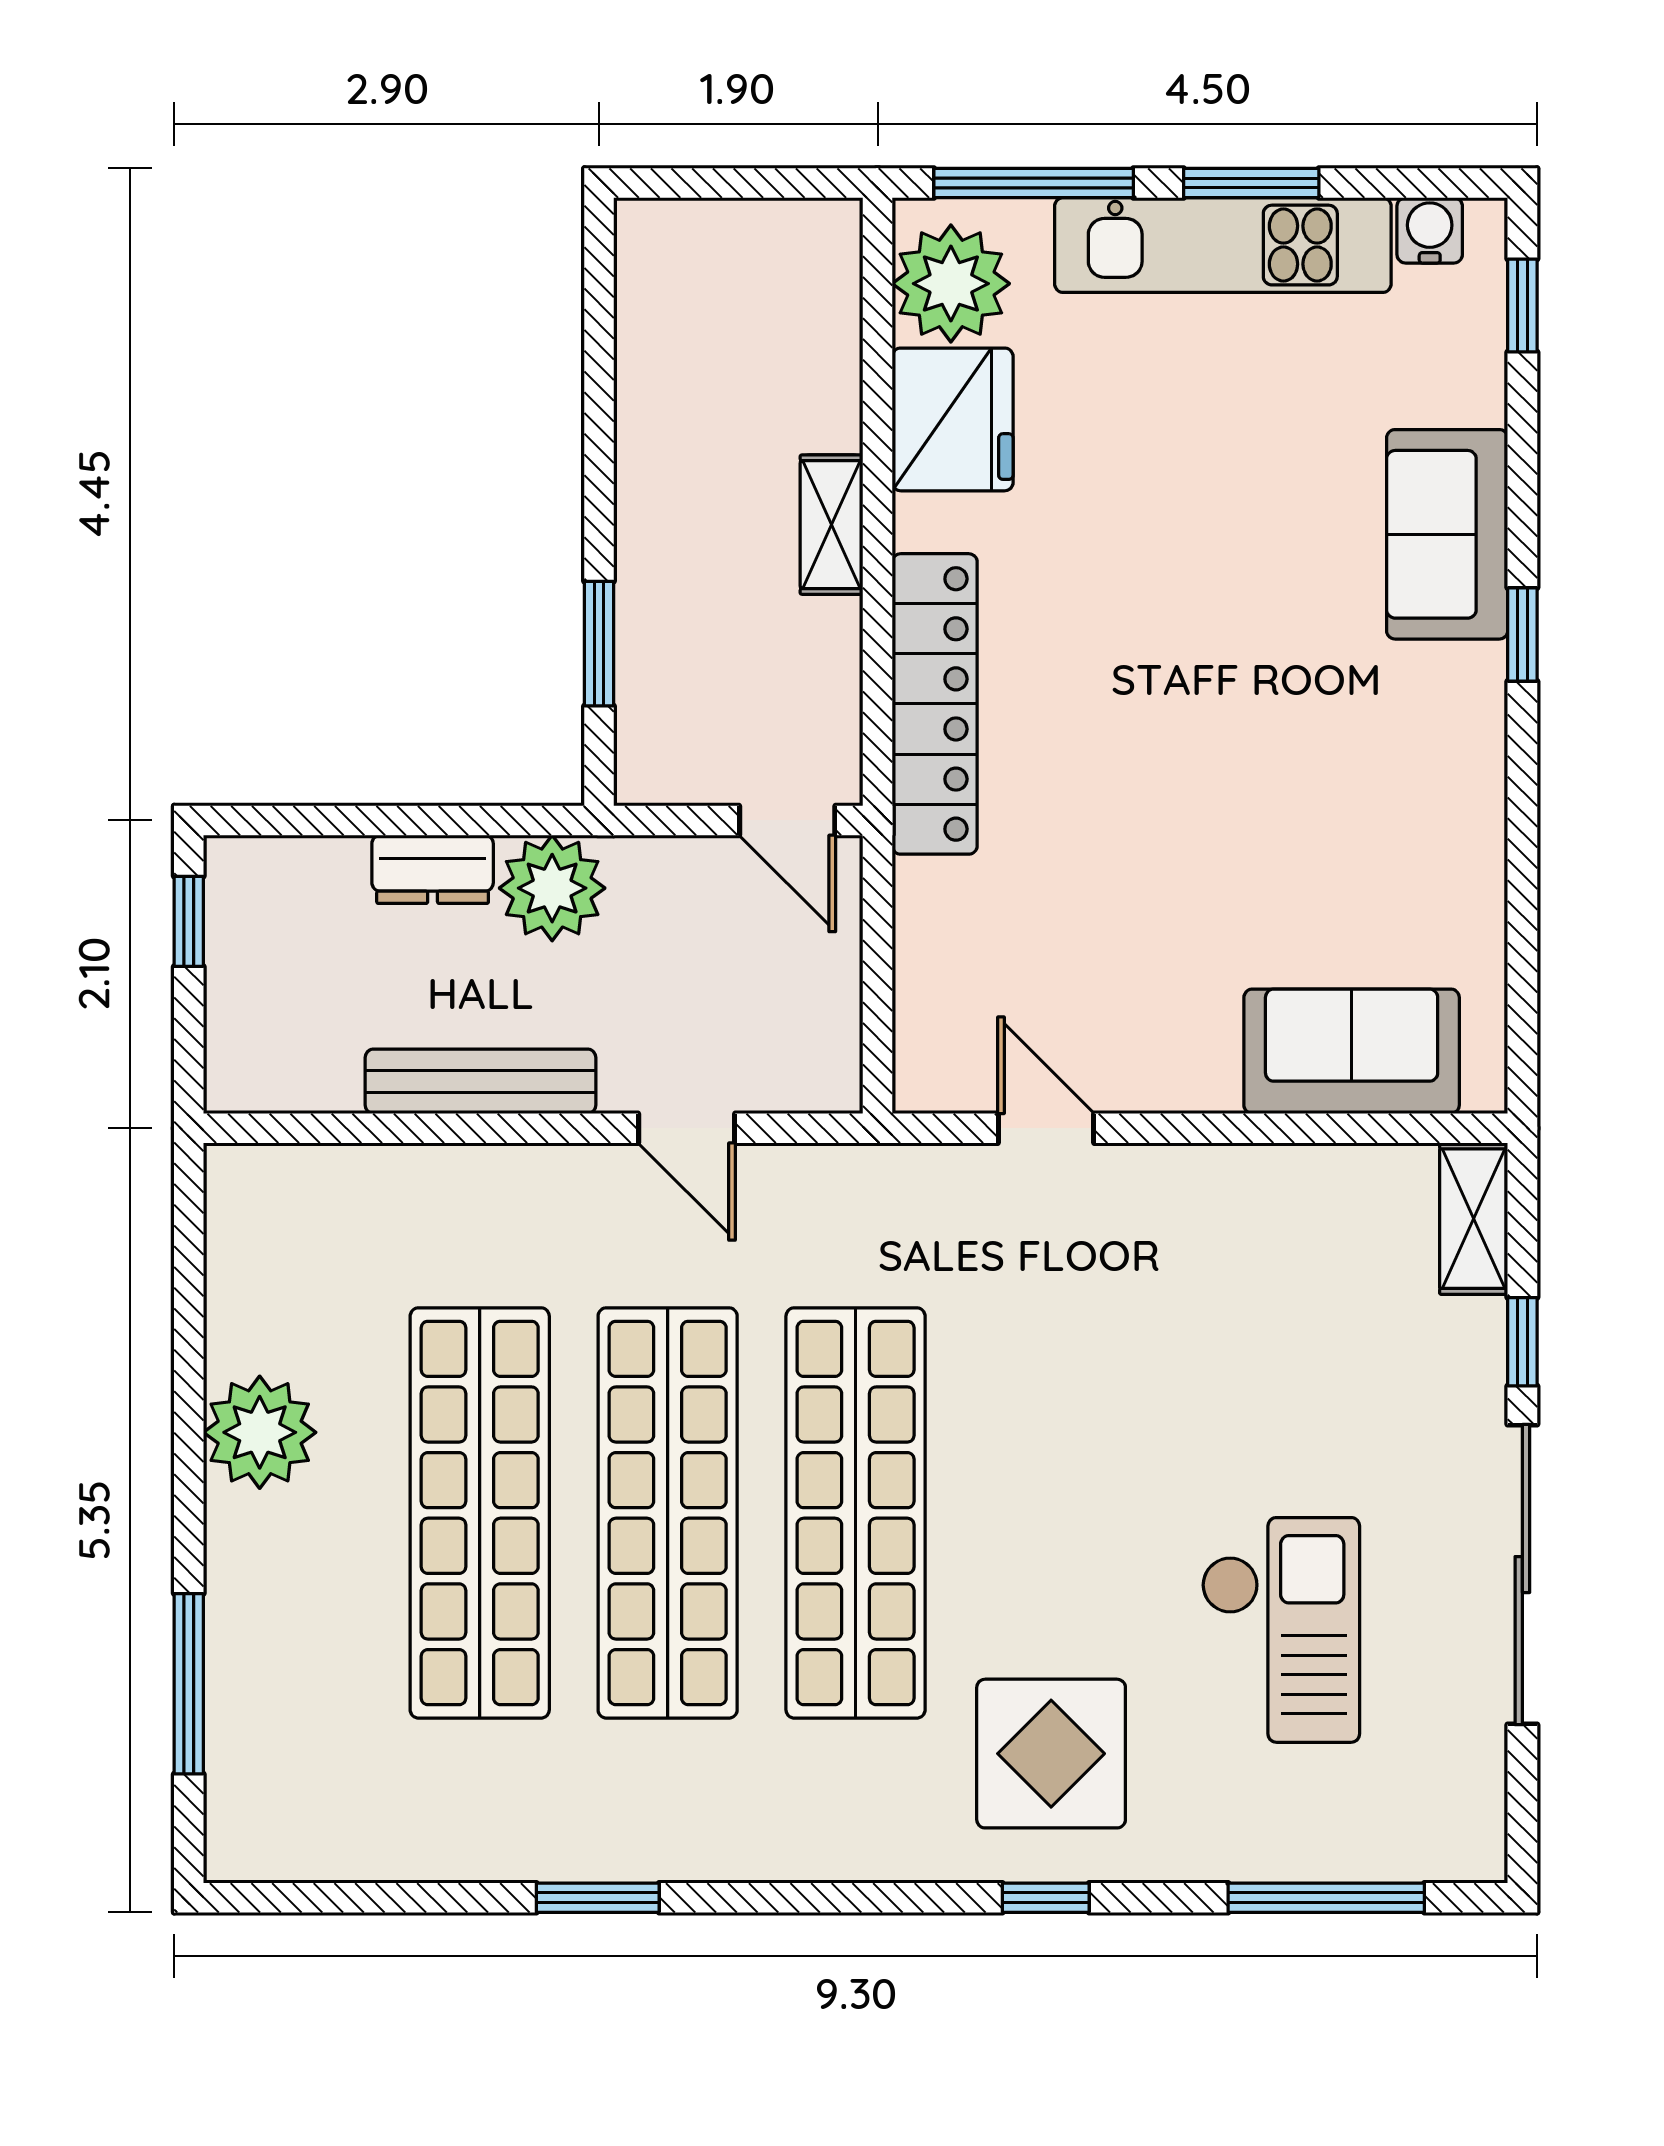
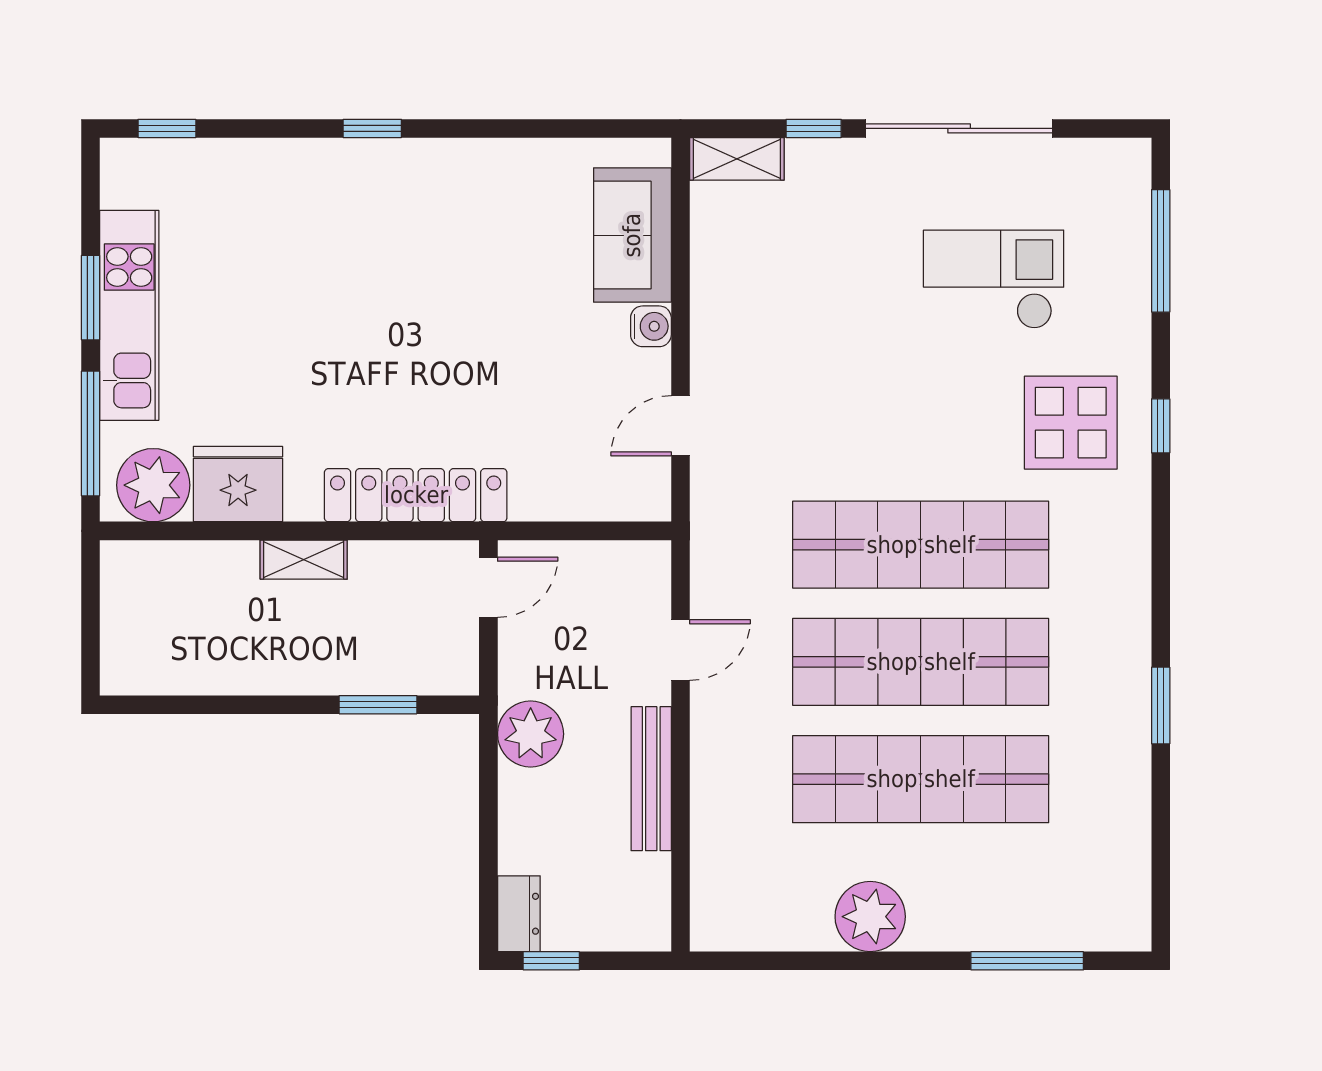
water cooler: (1430, 230) -> (651, 326), moved, turned 180
sofa: (1447, 534) -> (310, 175), removed
dresser: (433, 869) -> (519, 914), moved

